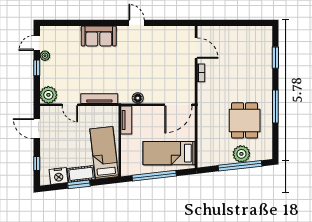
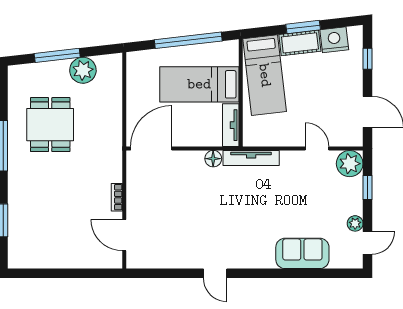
sofa: (99, 36) -> (302, 253), moved
window: (37, 68) -> (368, 187), moved
tv unit: (99, 99) -> (251, 158), moved
bed: (169, 153) -> (199, 84), moved, turned 180
plant: (241, 154) -> (83, 70), moved
window: (240, 166) -> (57, 55), width x0.68

